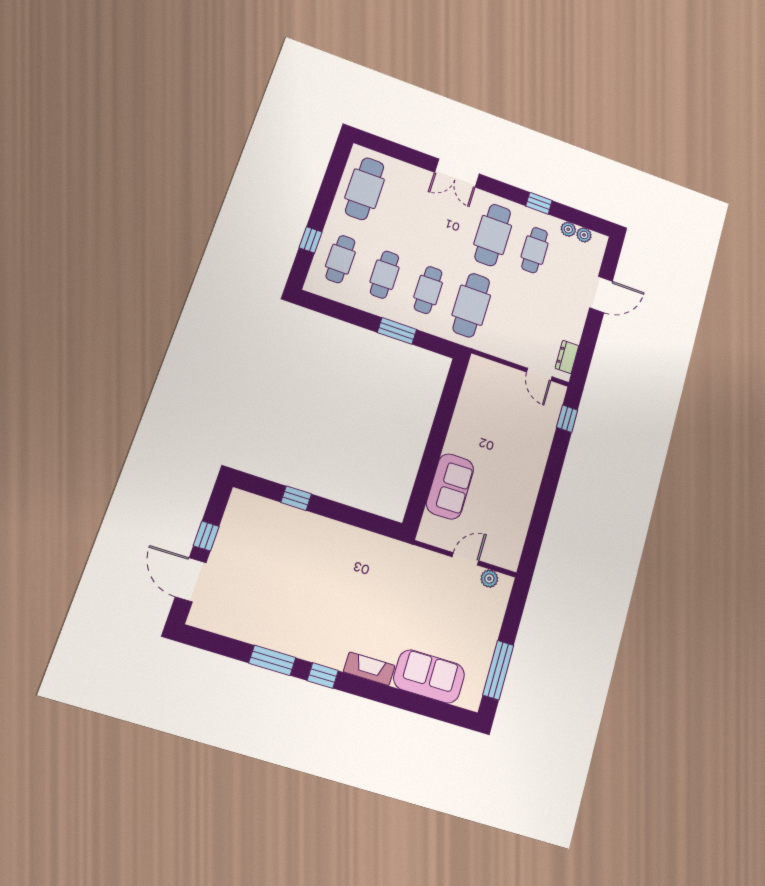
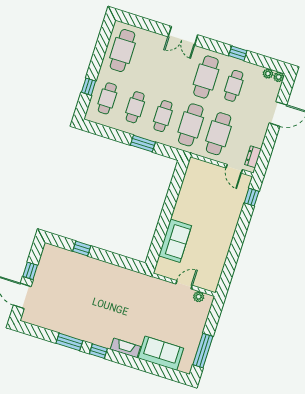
plant: (568, 229) -> (279, 77), moved
cafe table: (514, 320) -> (219, 134), added

